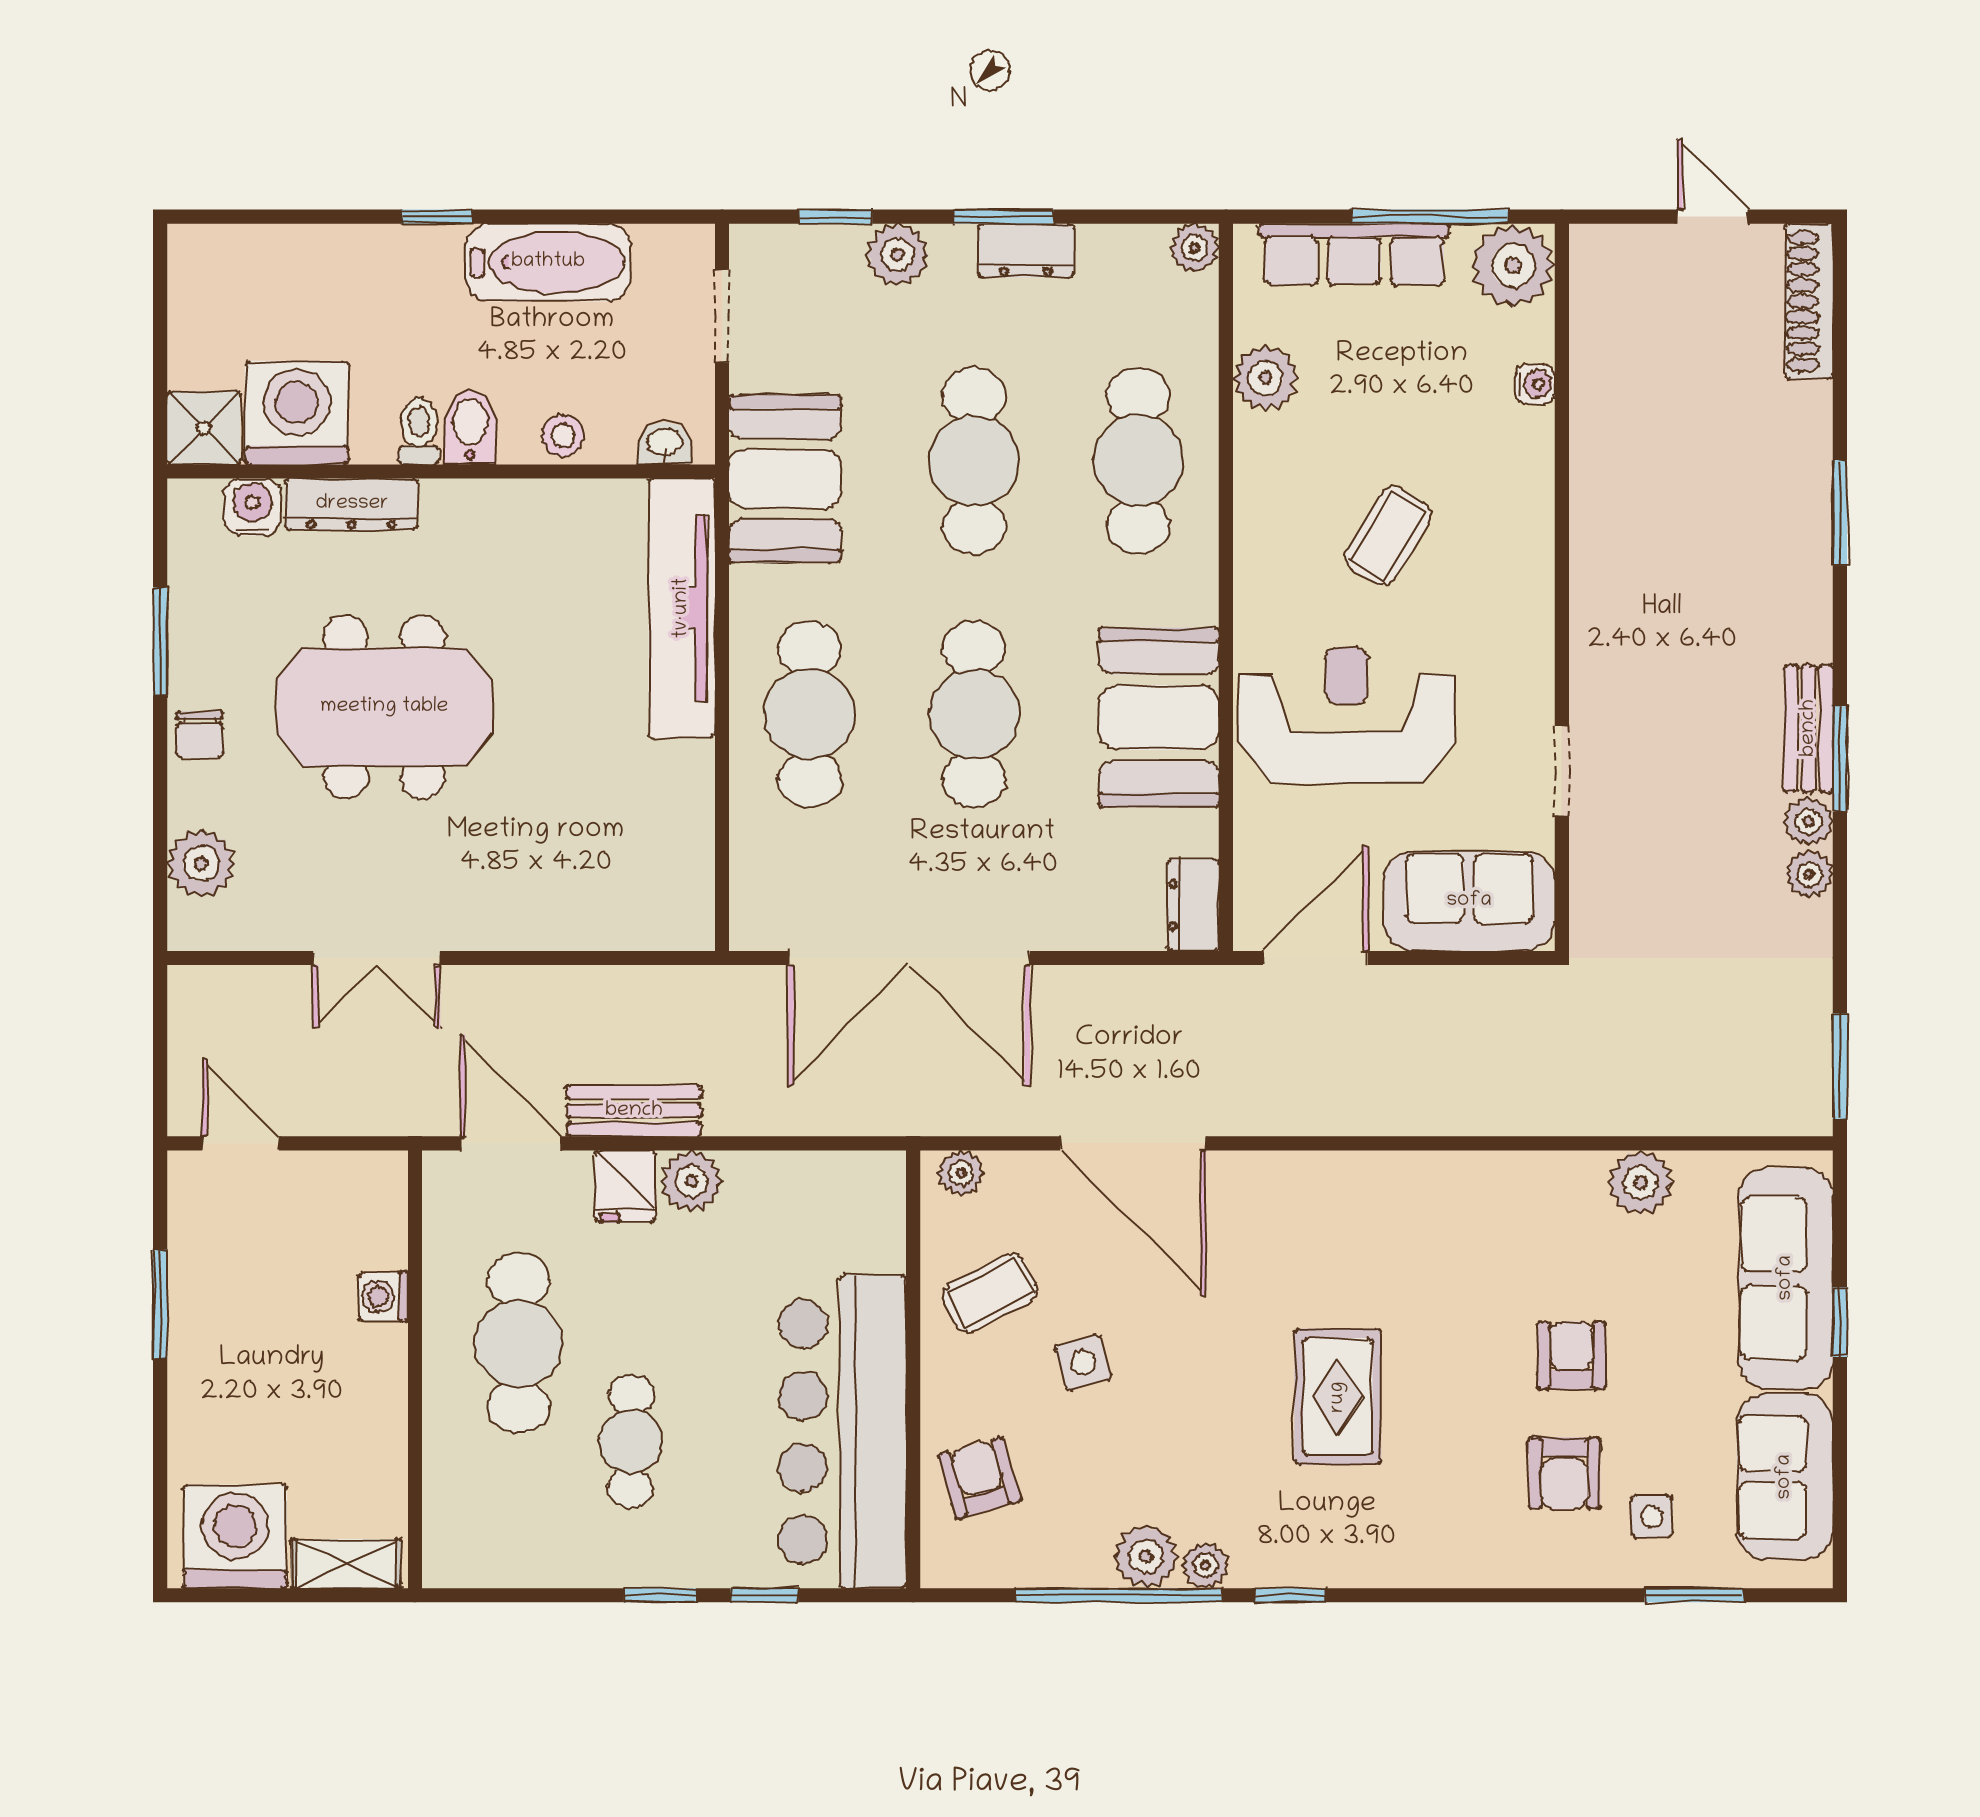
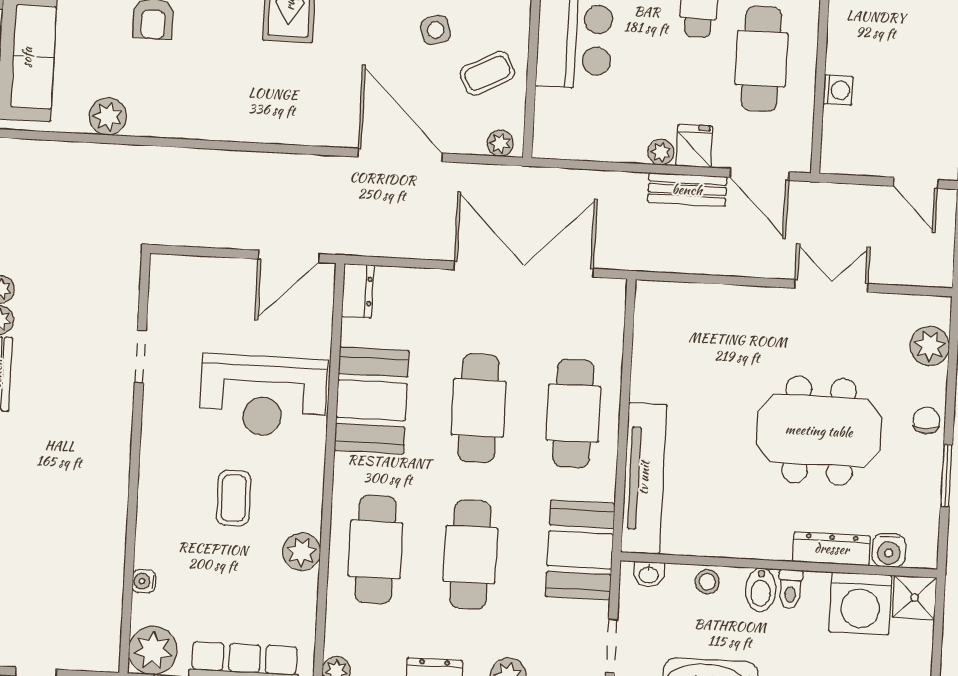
plant: (1266, 378) -> (302, 552), moved
coffee table: (1388, 536) -> (234, 498), turned -31
sofa: (1469, 901) -> (198, 284), removed
plant: (691, 1181) -> (661, 152), width x0.73, depth x0.73

